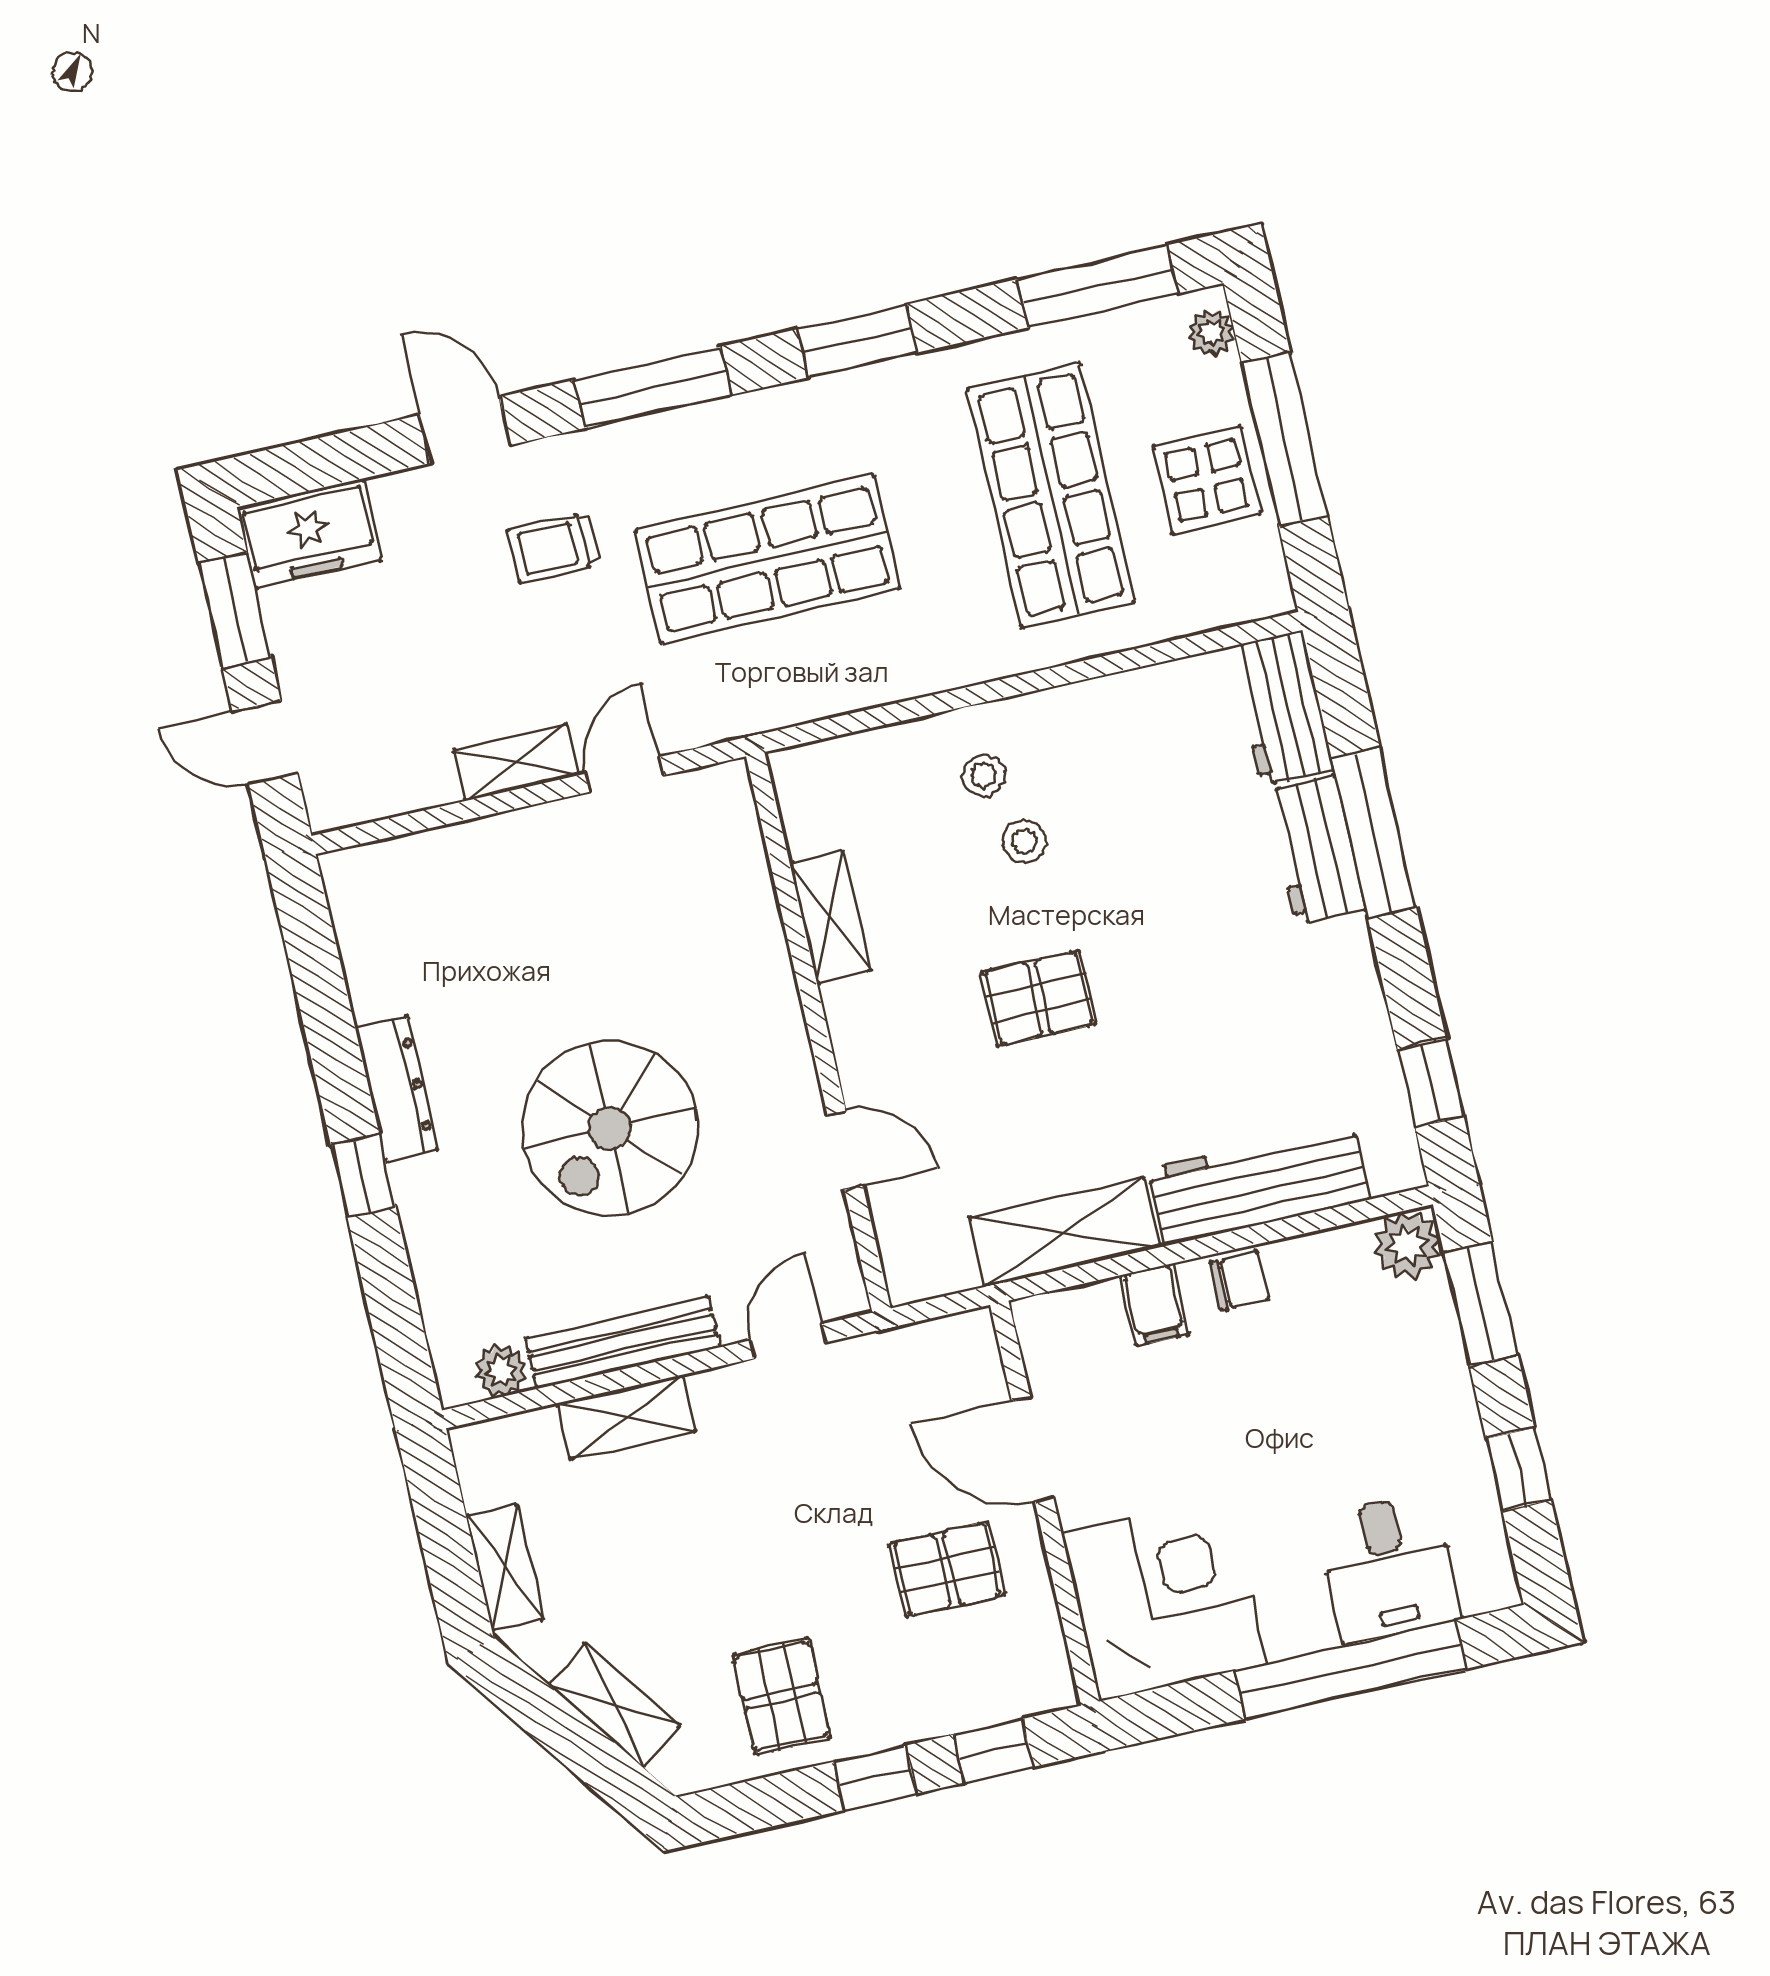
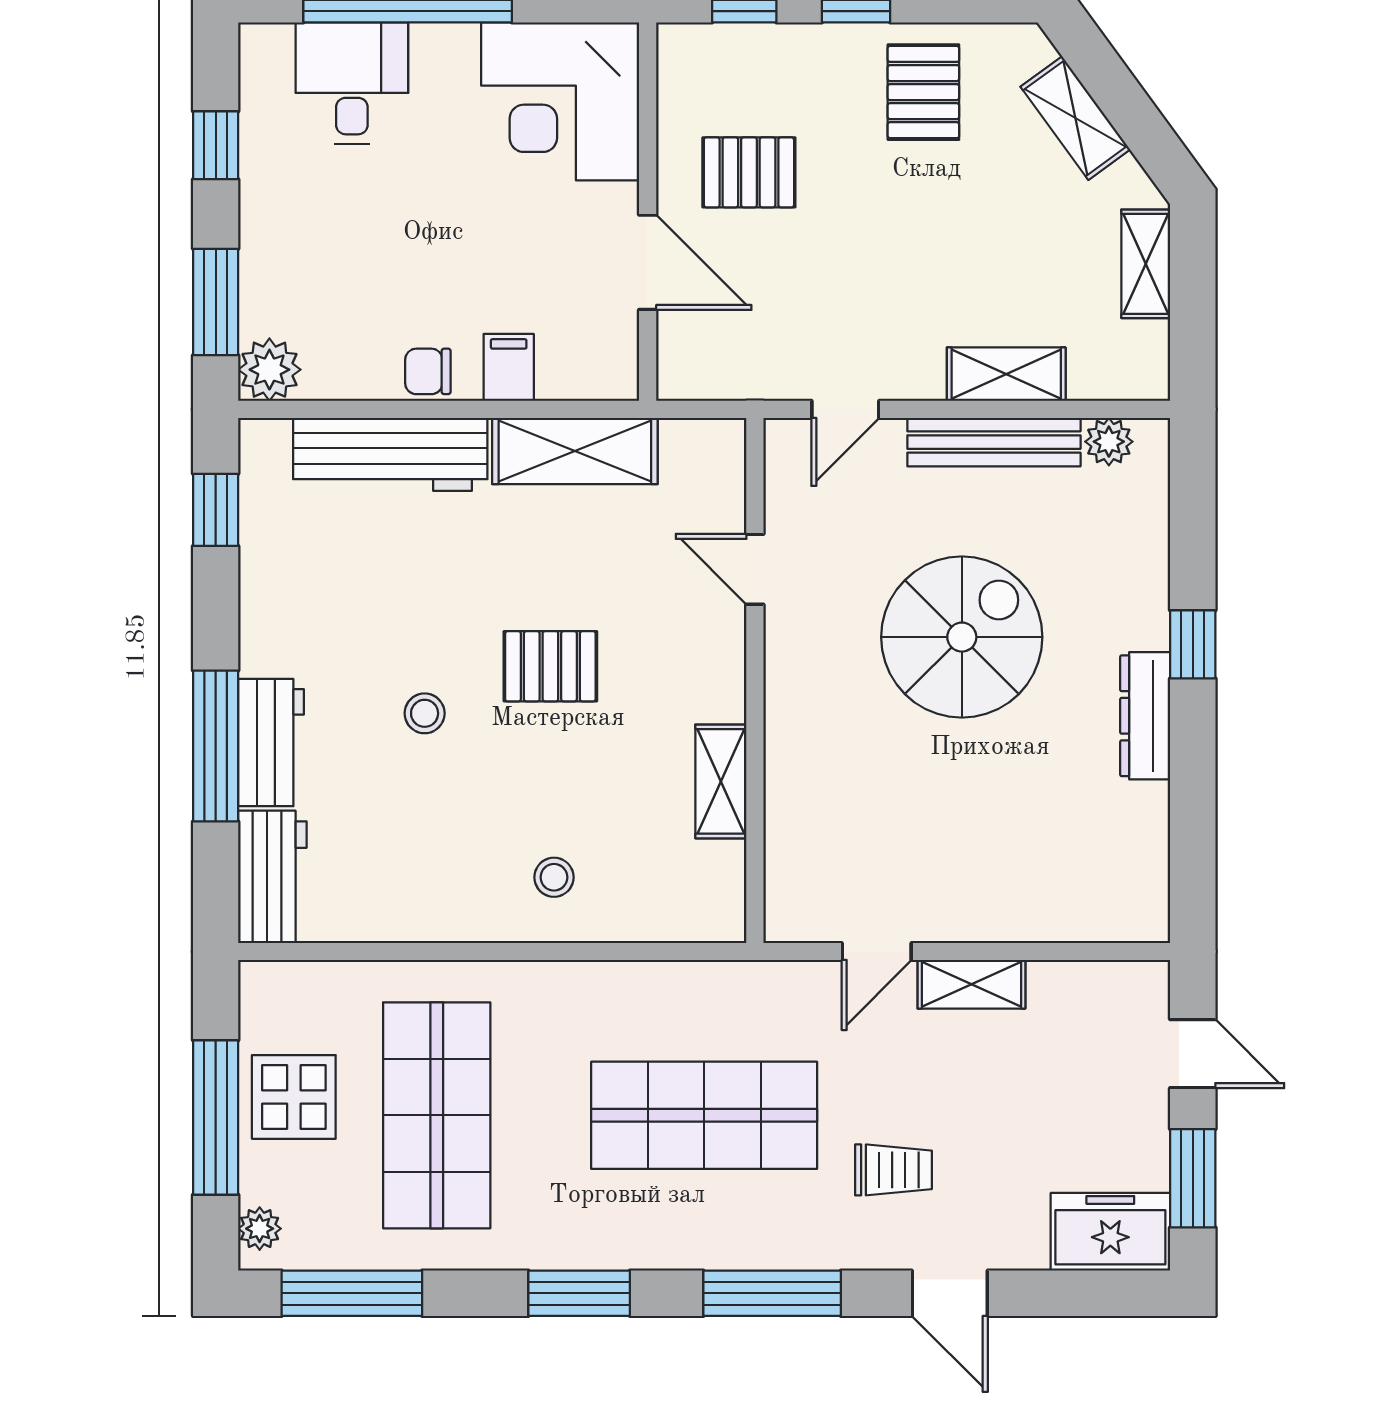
stool: (1024, 842) -> (425, 713), moved

